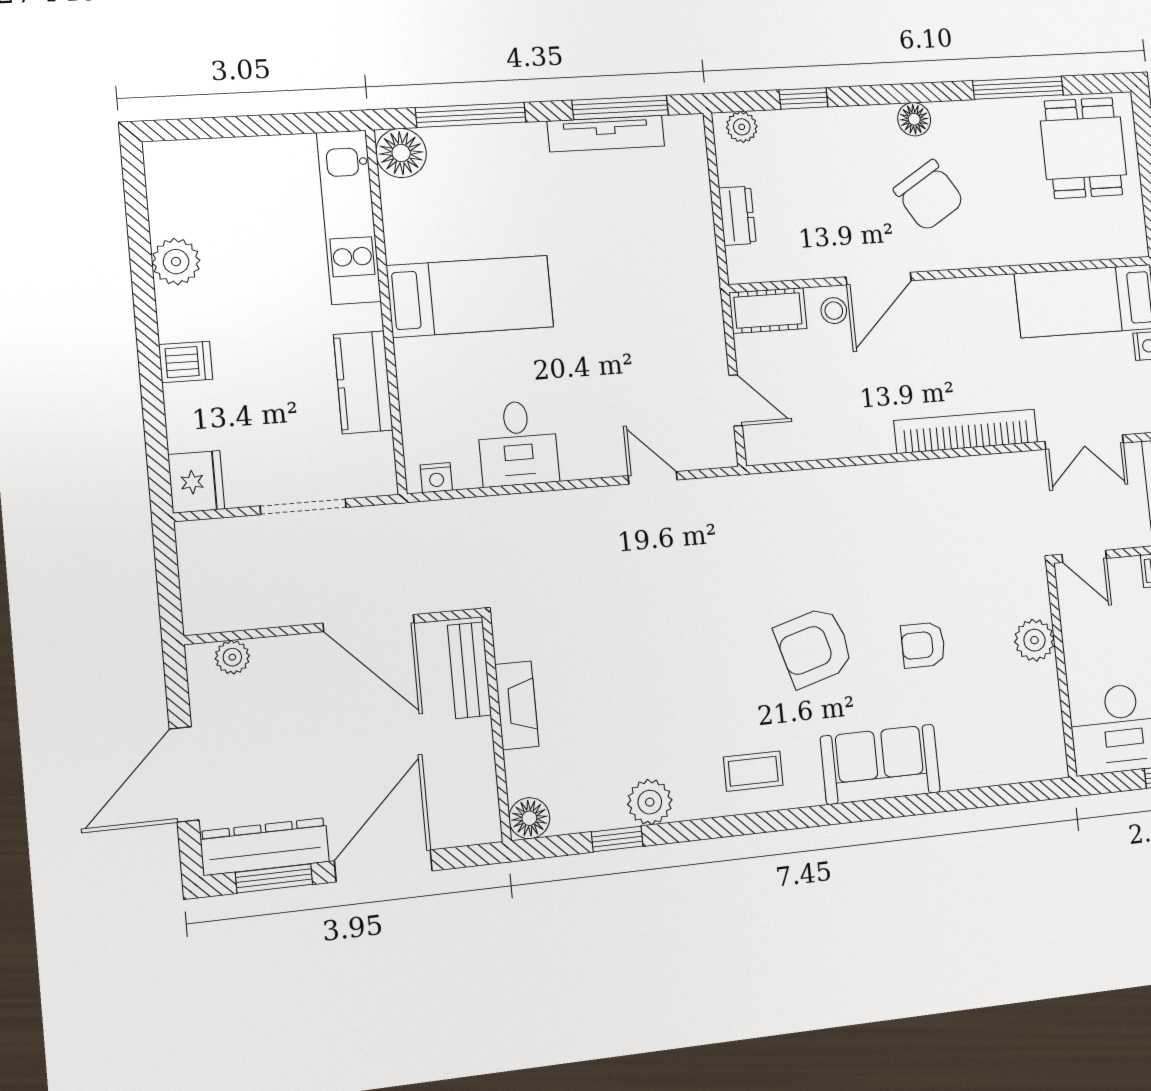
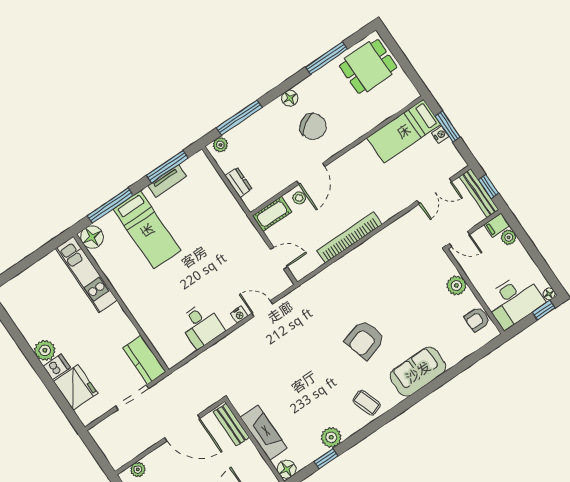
window: (803, 98) -> (239, 118), width x2.17
tv unit: (606, 134) -> (167, 181), width x0.71
dining table: (1083, 148) -> (368, 67), turned 90
plant: (176, 262) -> (45, 350), moved
bed: (470, 296) -> (147, 230), moved, turned 90
kitchen counter: (363, 382) -> (144, 360), moved
bookcase: (966, 431) -> (349, 237), moved
nightstand: (436, 478) -> (239, 315), moved
fridge: (196, 482) -> (76, 387), moved, width x1.36, depth x1.34
armchair: (923, 645) -> (477, 319), moved
fireplace: (517, 705) -> (264, 433), width x1.37, depth x1.32
coffee table: (753, 771) -> (367, 403), turned 71

